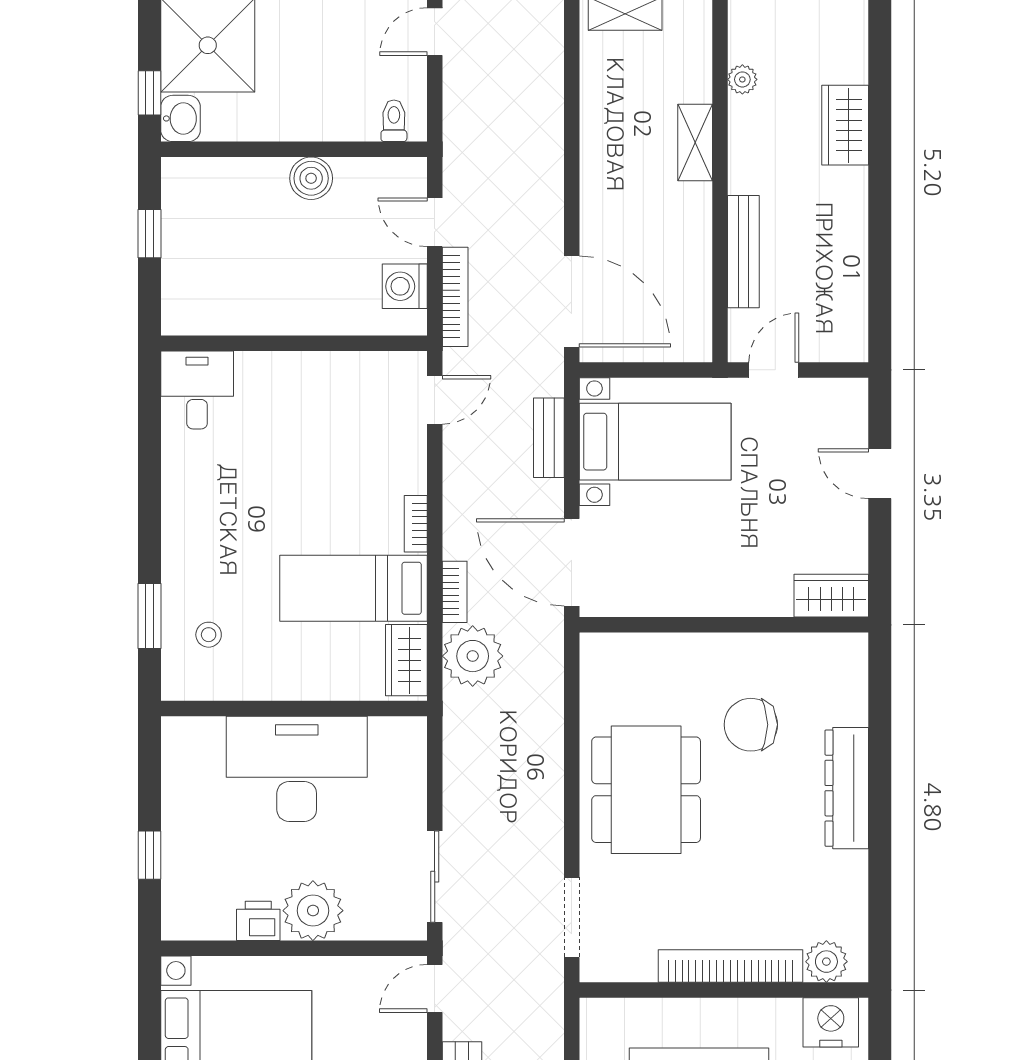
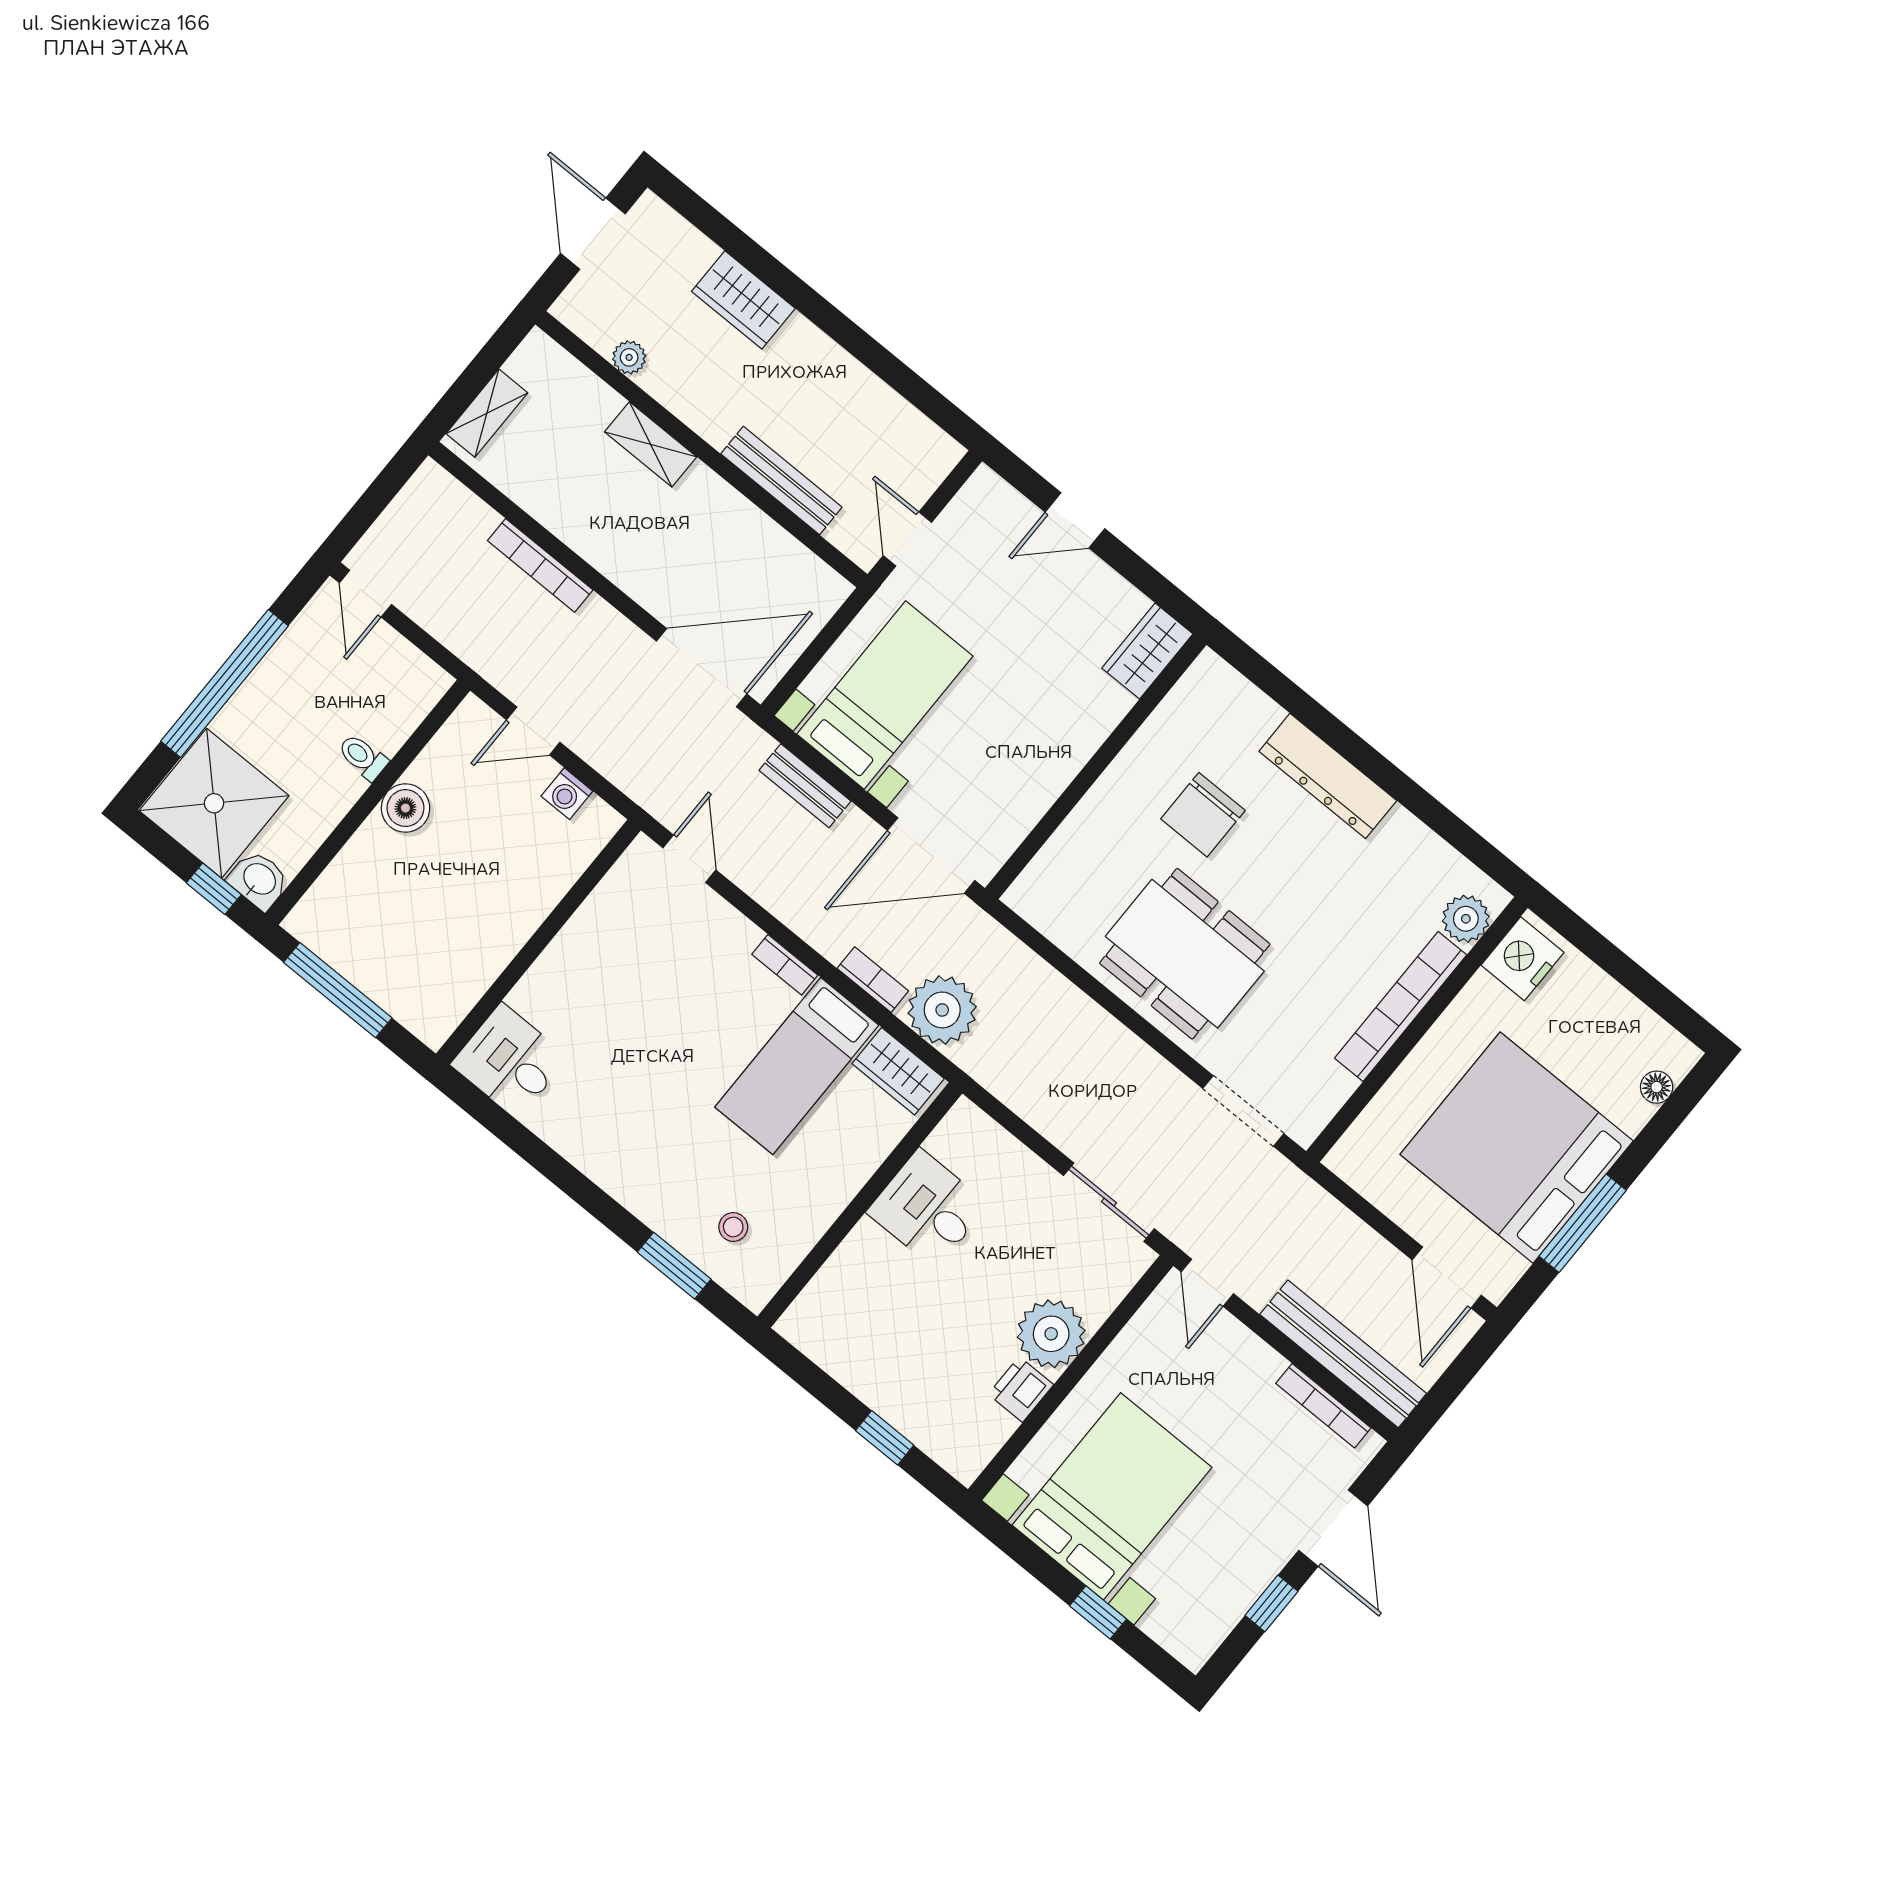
toilet: (394, 121) -> (363, 757), moved
window: (149, 234) -> (338, 990), width x2.17
washing machine: (405, 286) -> (567, 794), width x0.73, depth x0.73
bookcase: (455, 297) -> (540, 565), moved, turned 180
desk: (297, 769) -> (928, 1208), width x0.53, depth x0.77

